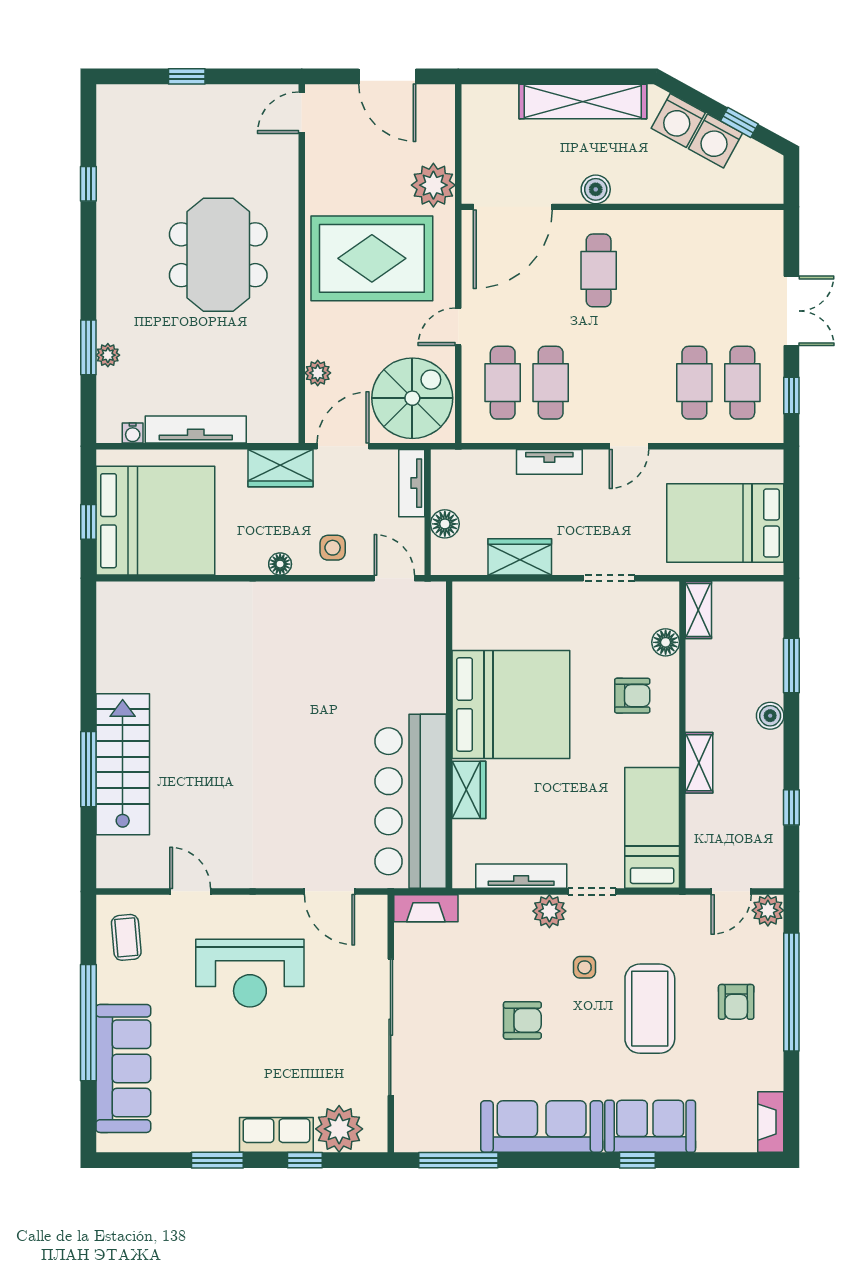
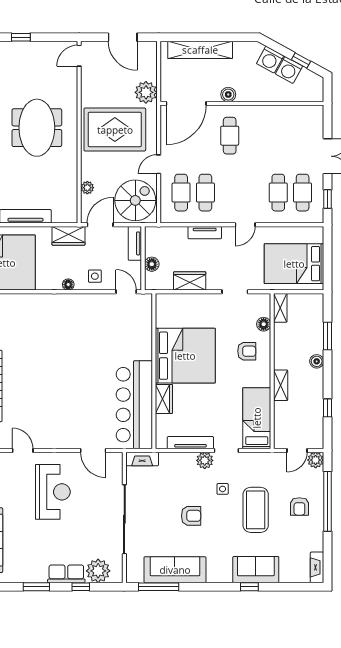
shelving: (583, 101) -> (200, 50), moved
reception desk: (250, 973) -> (53, 492), turned -90
sofa: (542, 1127) -> (175, 570), moved

